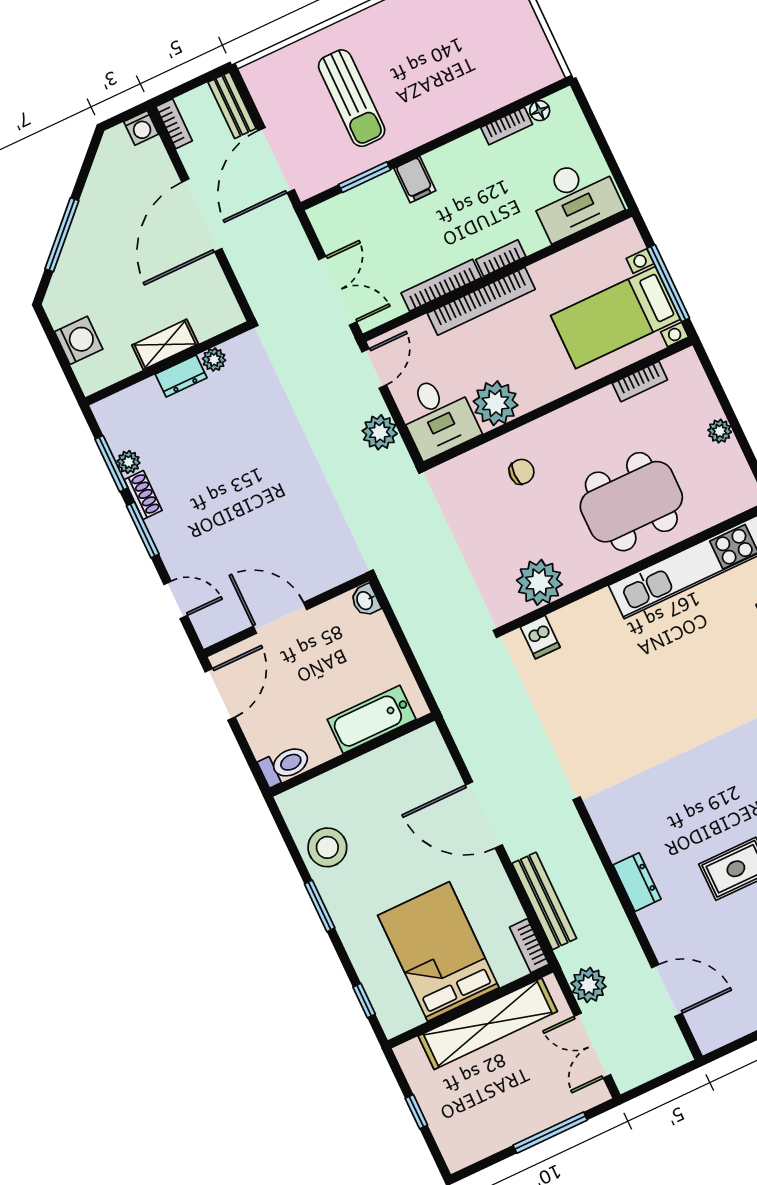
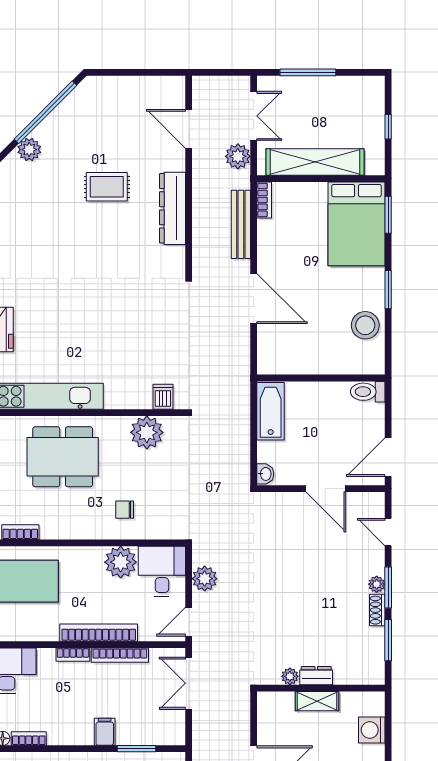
plant: (129, 462) -> (377, 584), moved
bathtub: (372, 719) -> (271, 411), moved, turned -90
dresser: (637, 882) -> (173, 208), width x1.96, depth x1.24
bed: (438, 952) -> (357, 224), moved
window: (364, 1001) -> (388, 215), width x1.50

